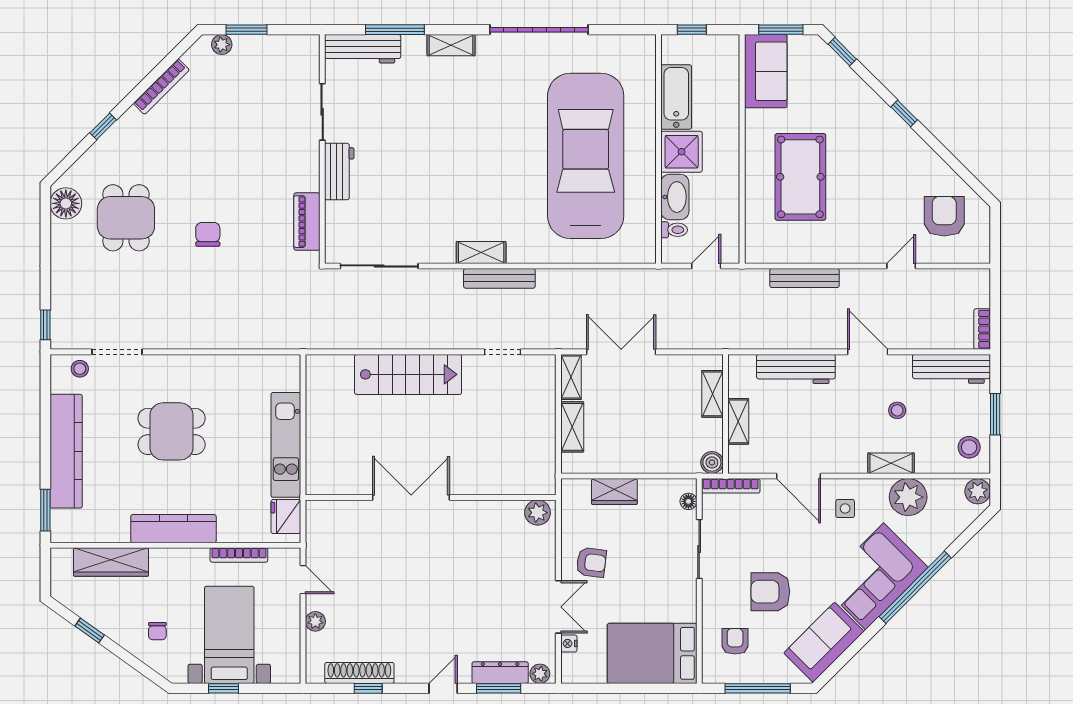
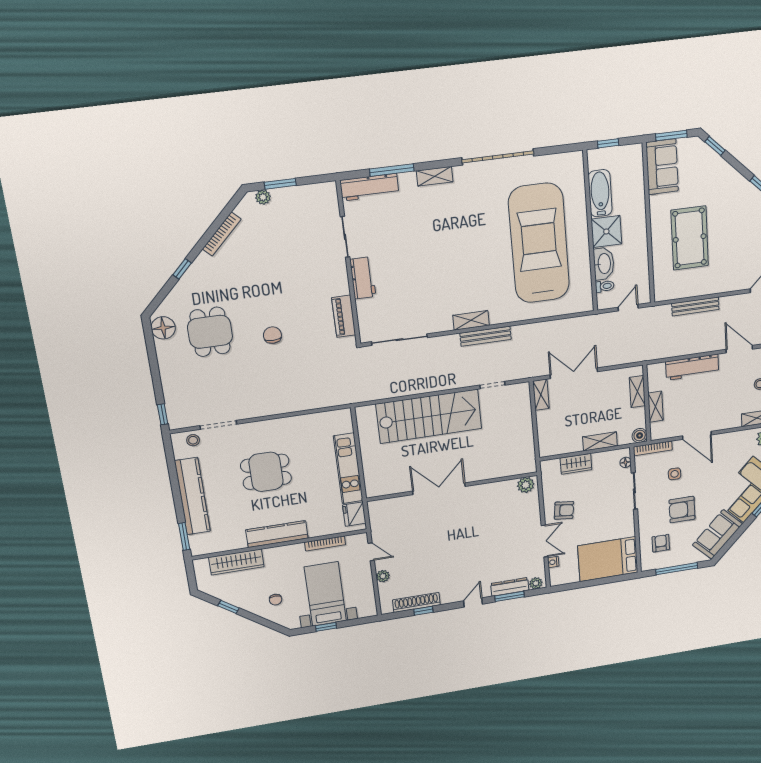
stairs: (408, 374) -> (429, 416), width x1.36, depth x1.51
shelving: (572, 427) -> (600, 441), moved, turned 90
side table: (845, 508) -> (675, 474), moved

